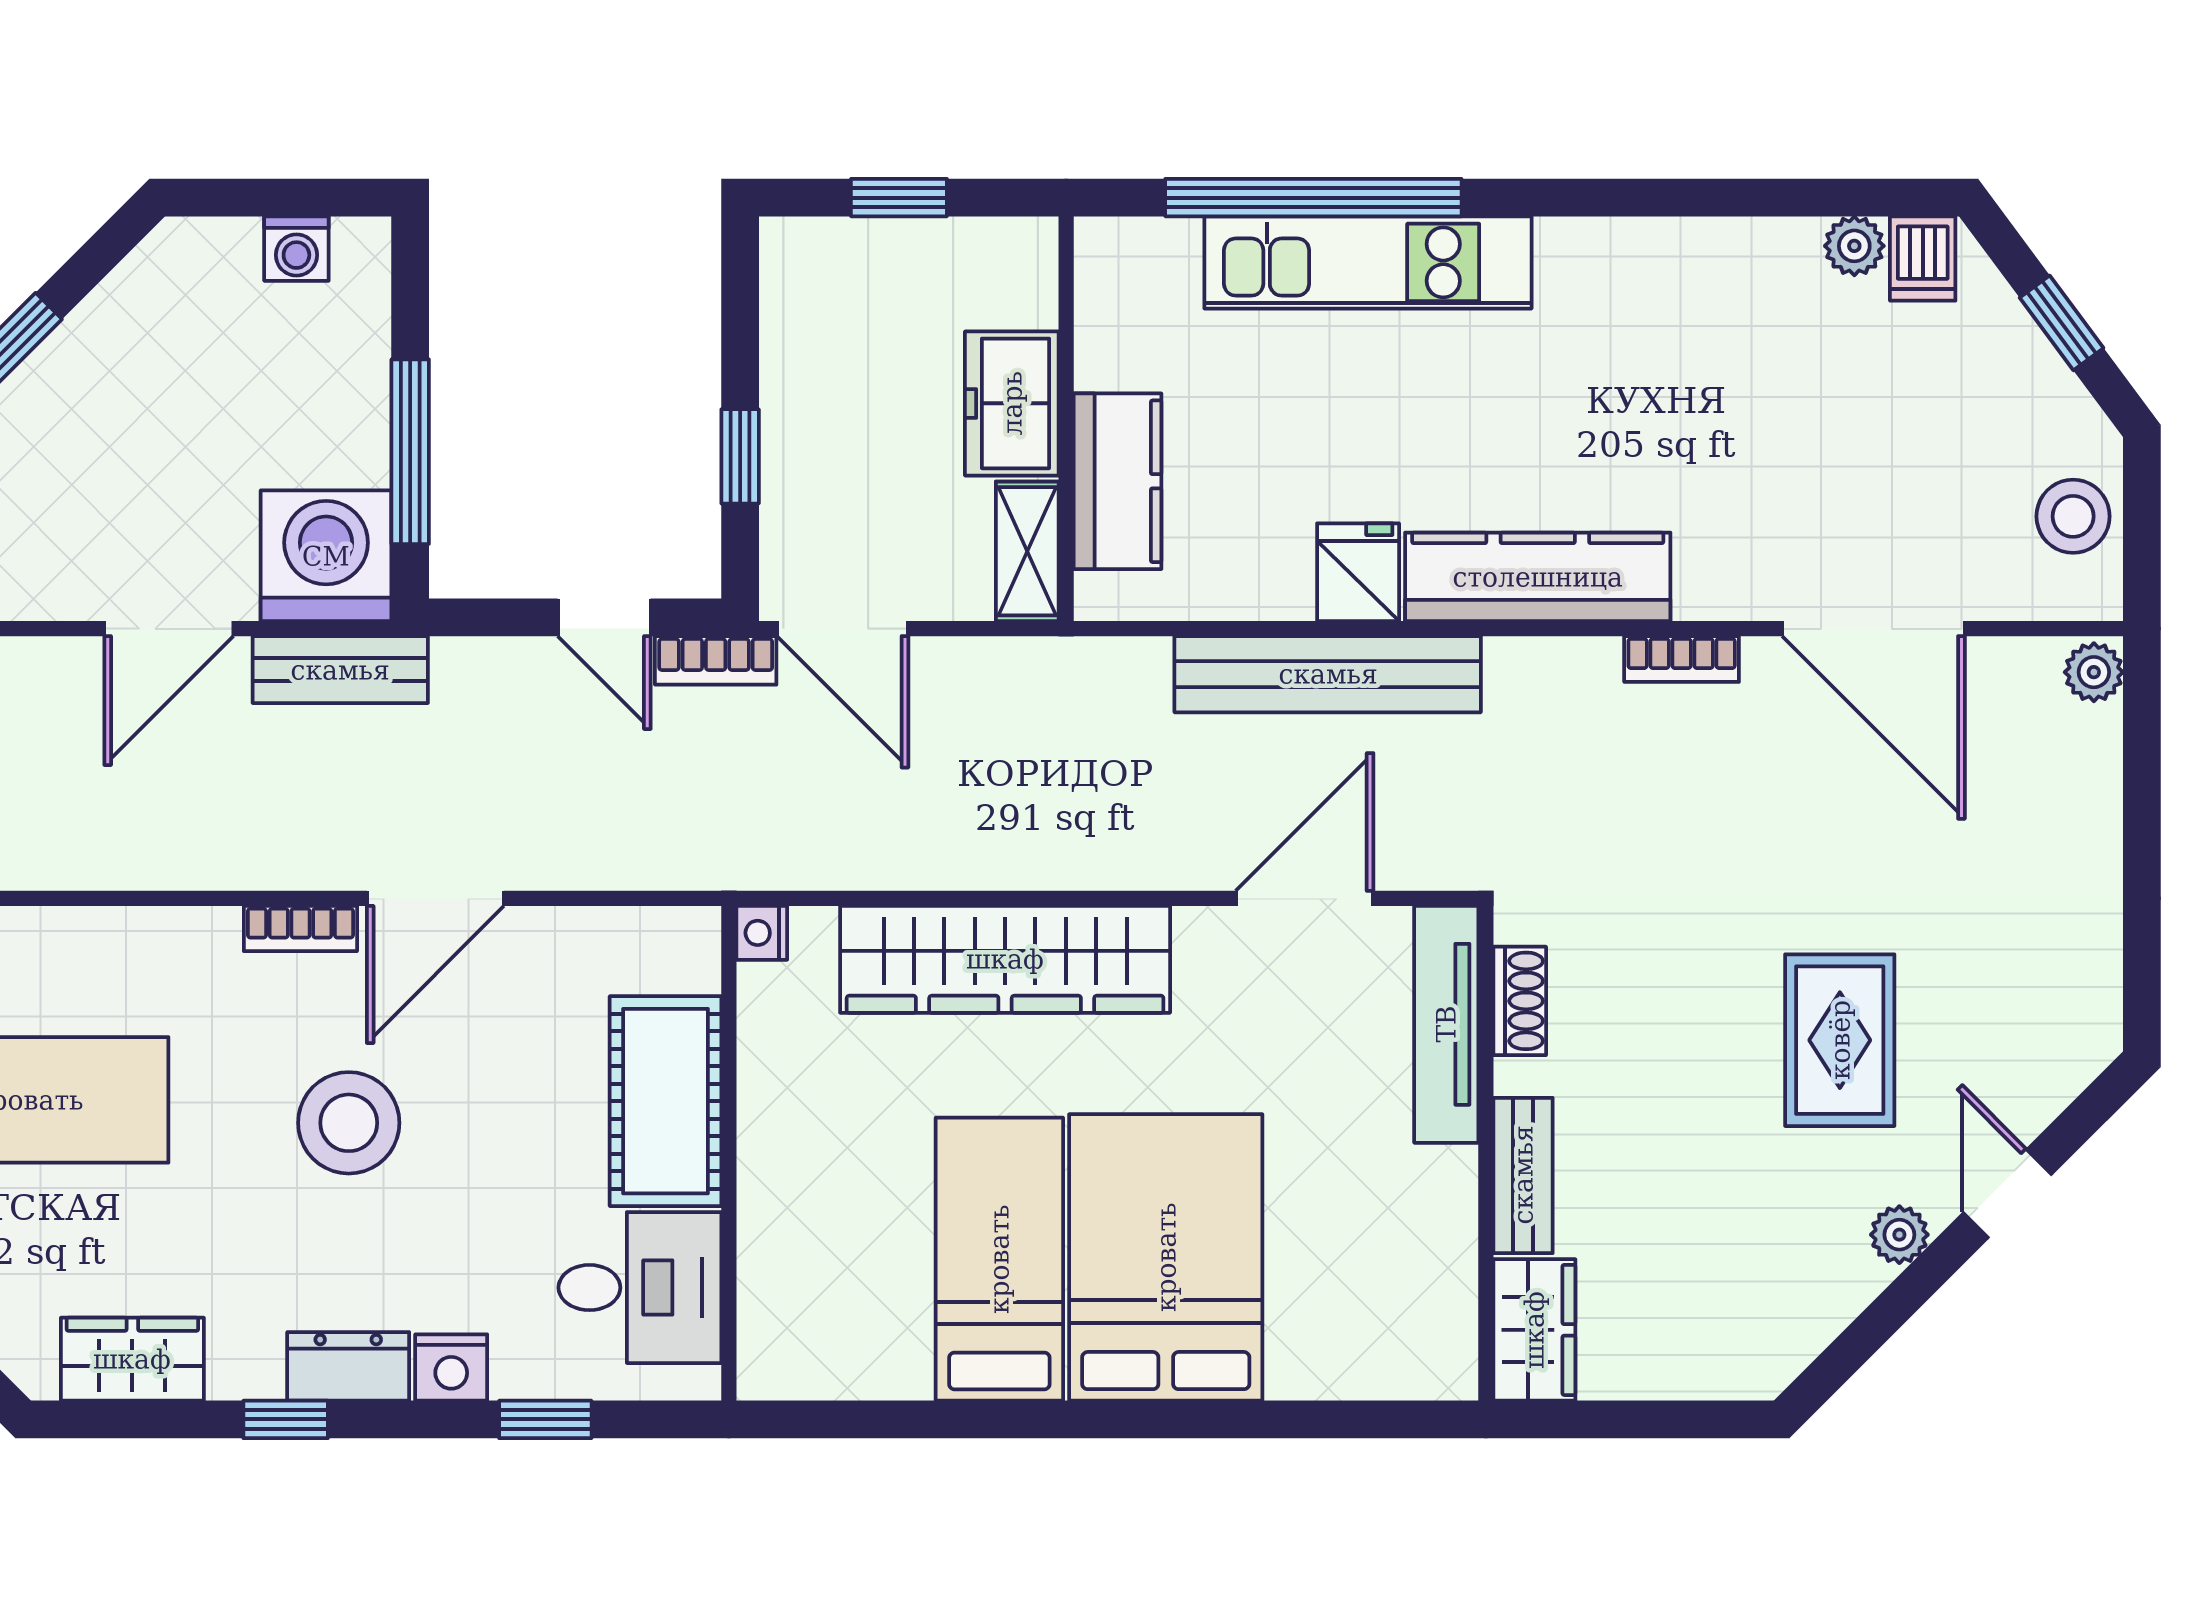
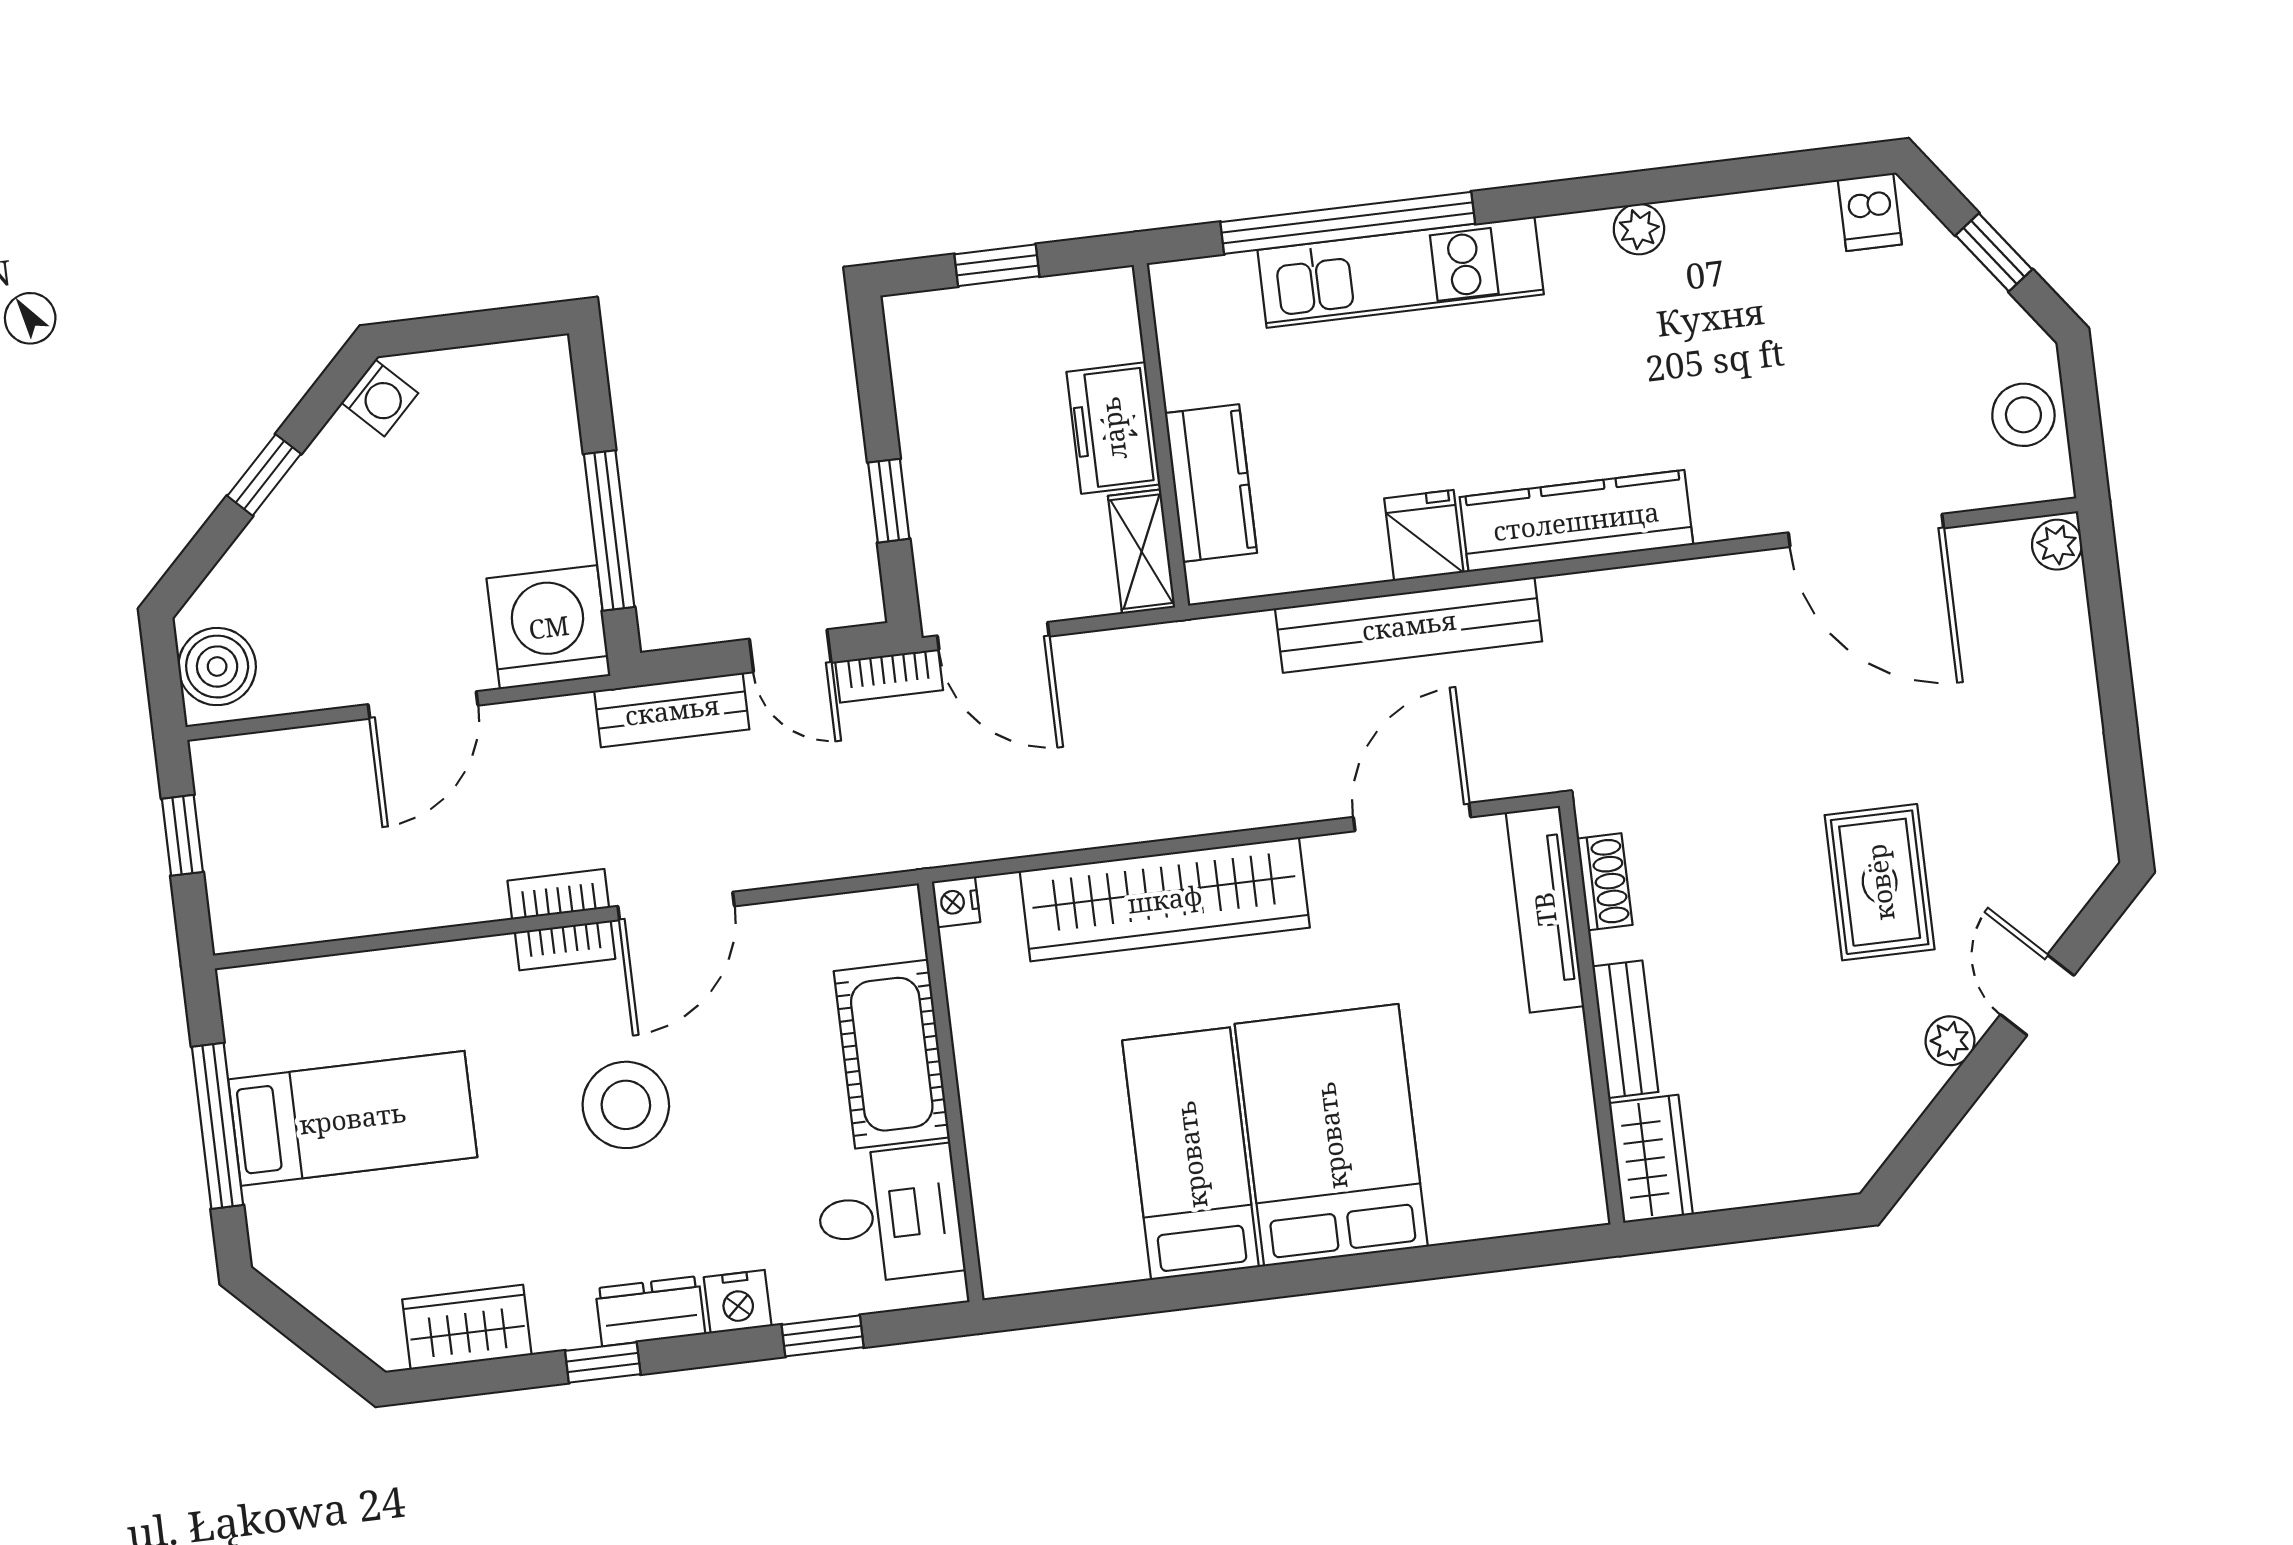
plant: (1854, 246) -> (1639, 229), moved
washing machine: (296, 249) -> (380, 398), moved, turned -45
bookcase: (1682, 659) -> (558, 894), moved, turned 180
bench: (340, 670) -> (672, 710), moved

